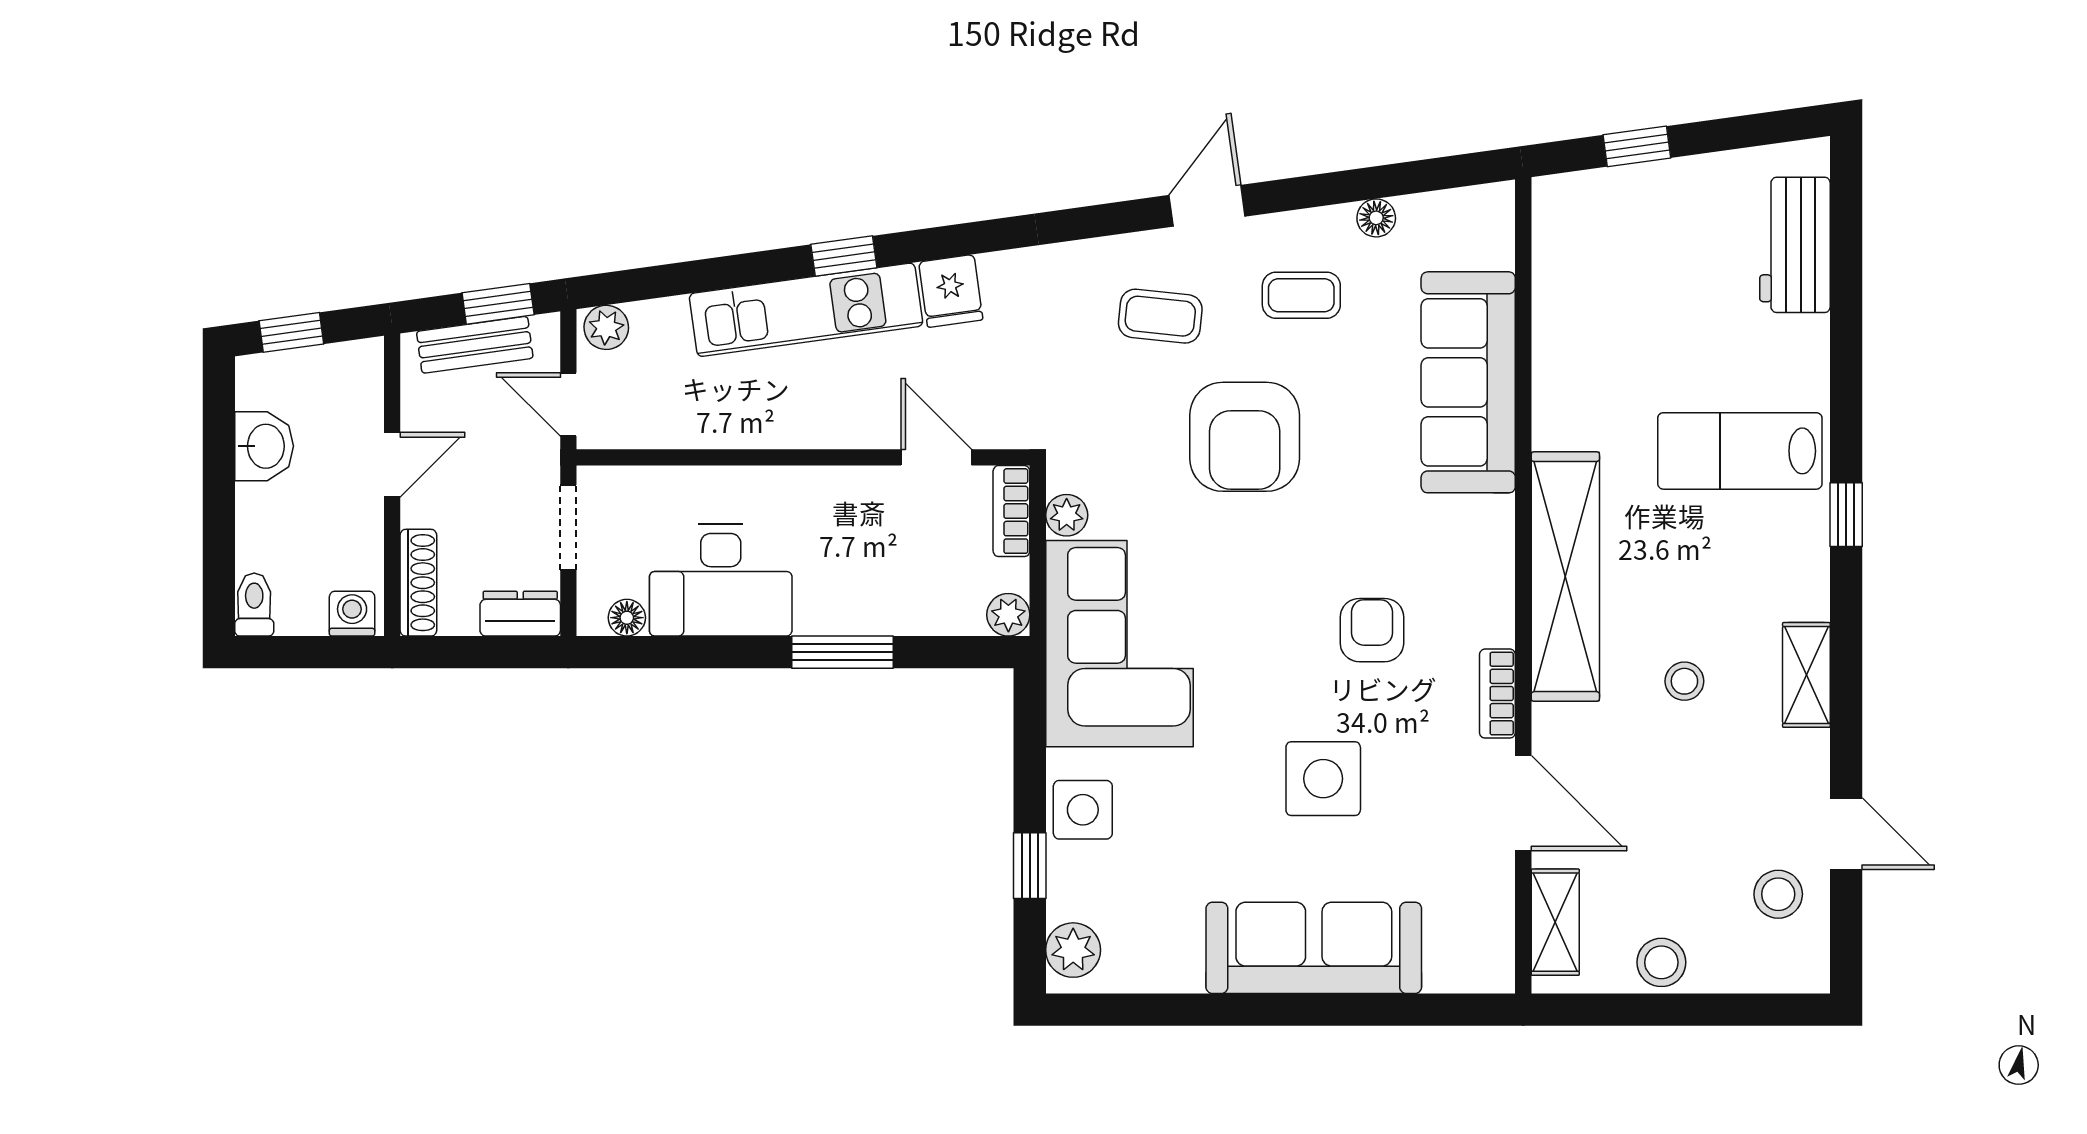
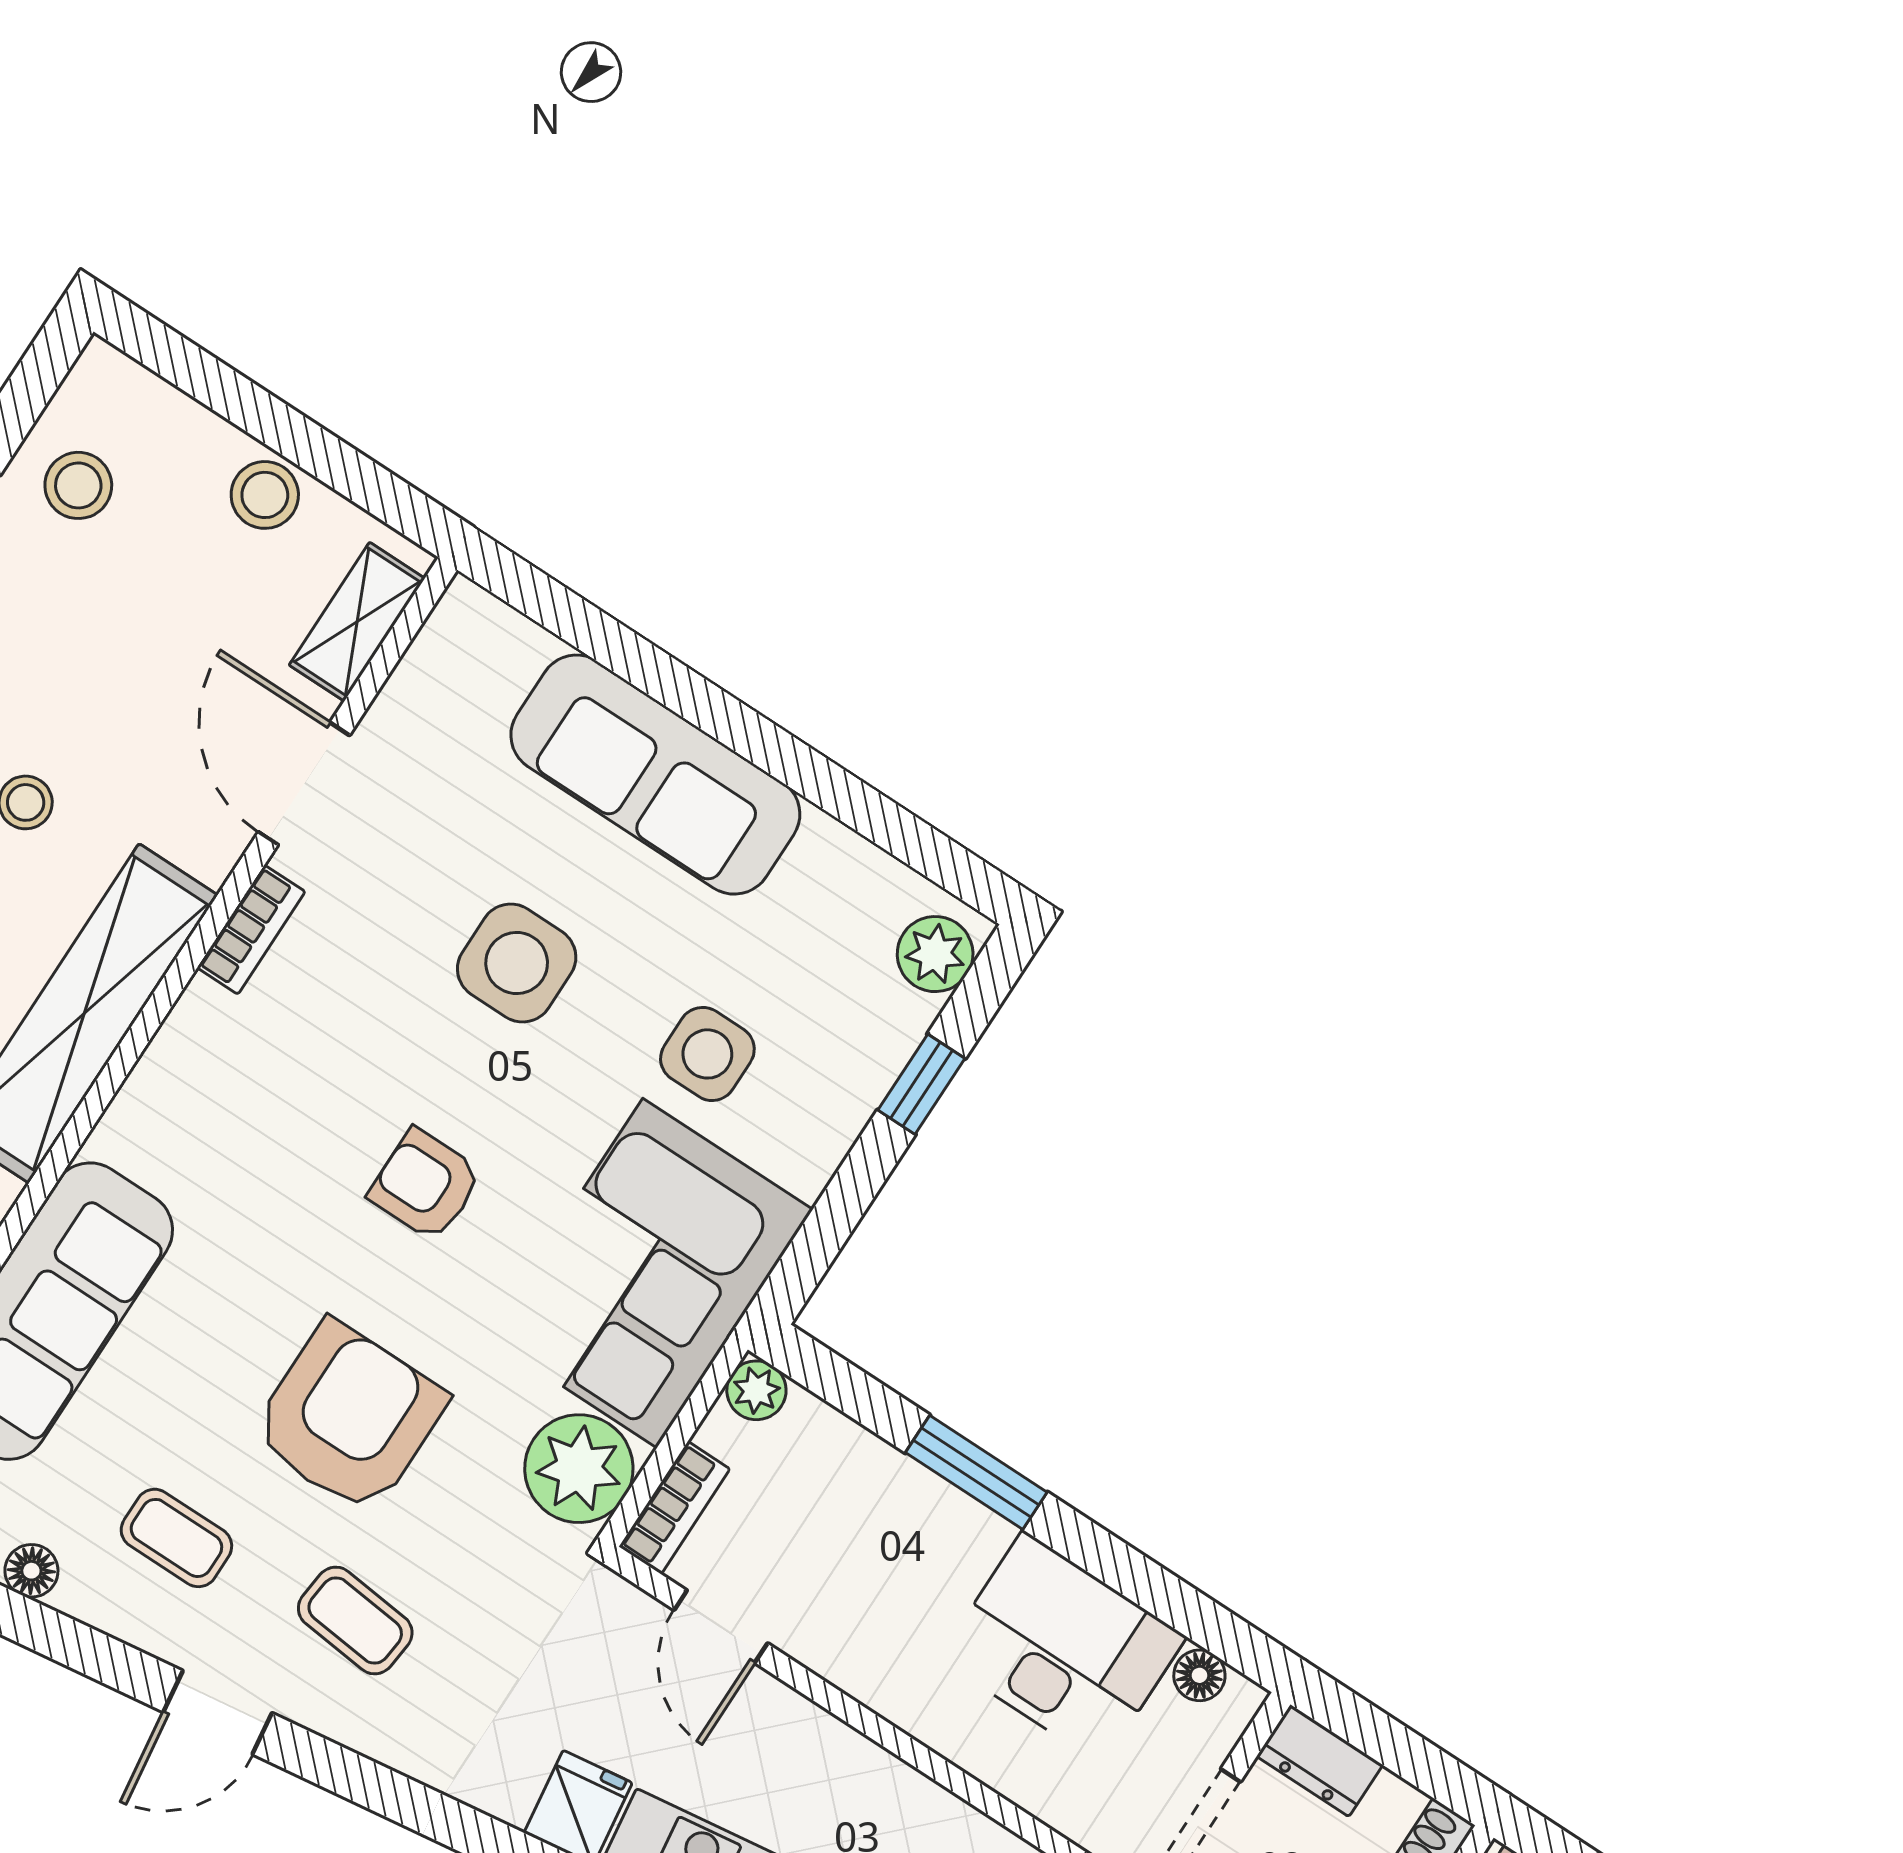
plant: (1067, 515) -> (579, 1469), width x1.88, depth x1.88
armchair: (1372, 630) -> (425, 1185), moved, turned 90
side table: (1083, 810) -> (707, 1054), moved

